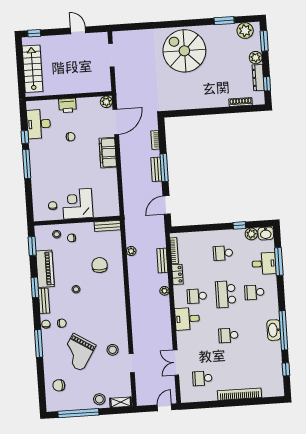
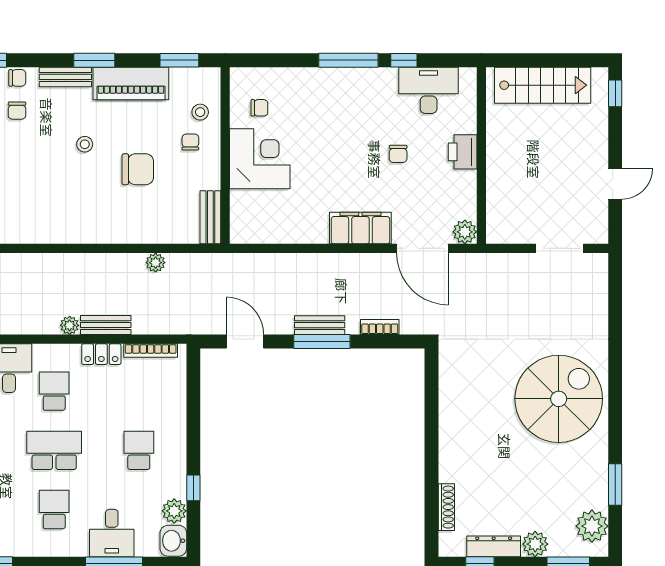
bench: (162, 261) -> (106, 325), moved
chair: (100, 265) -> (138, 169), moved

